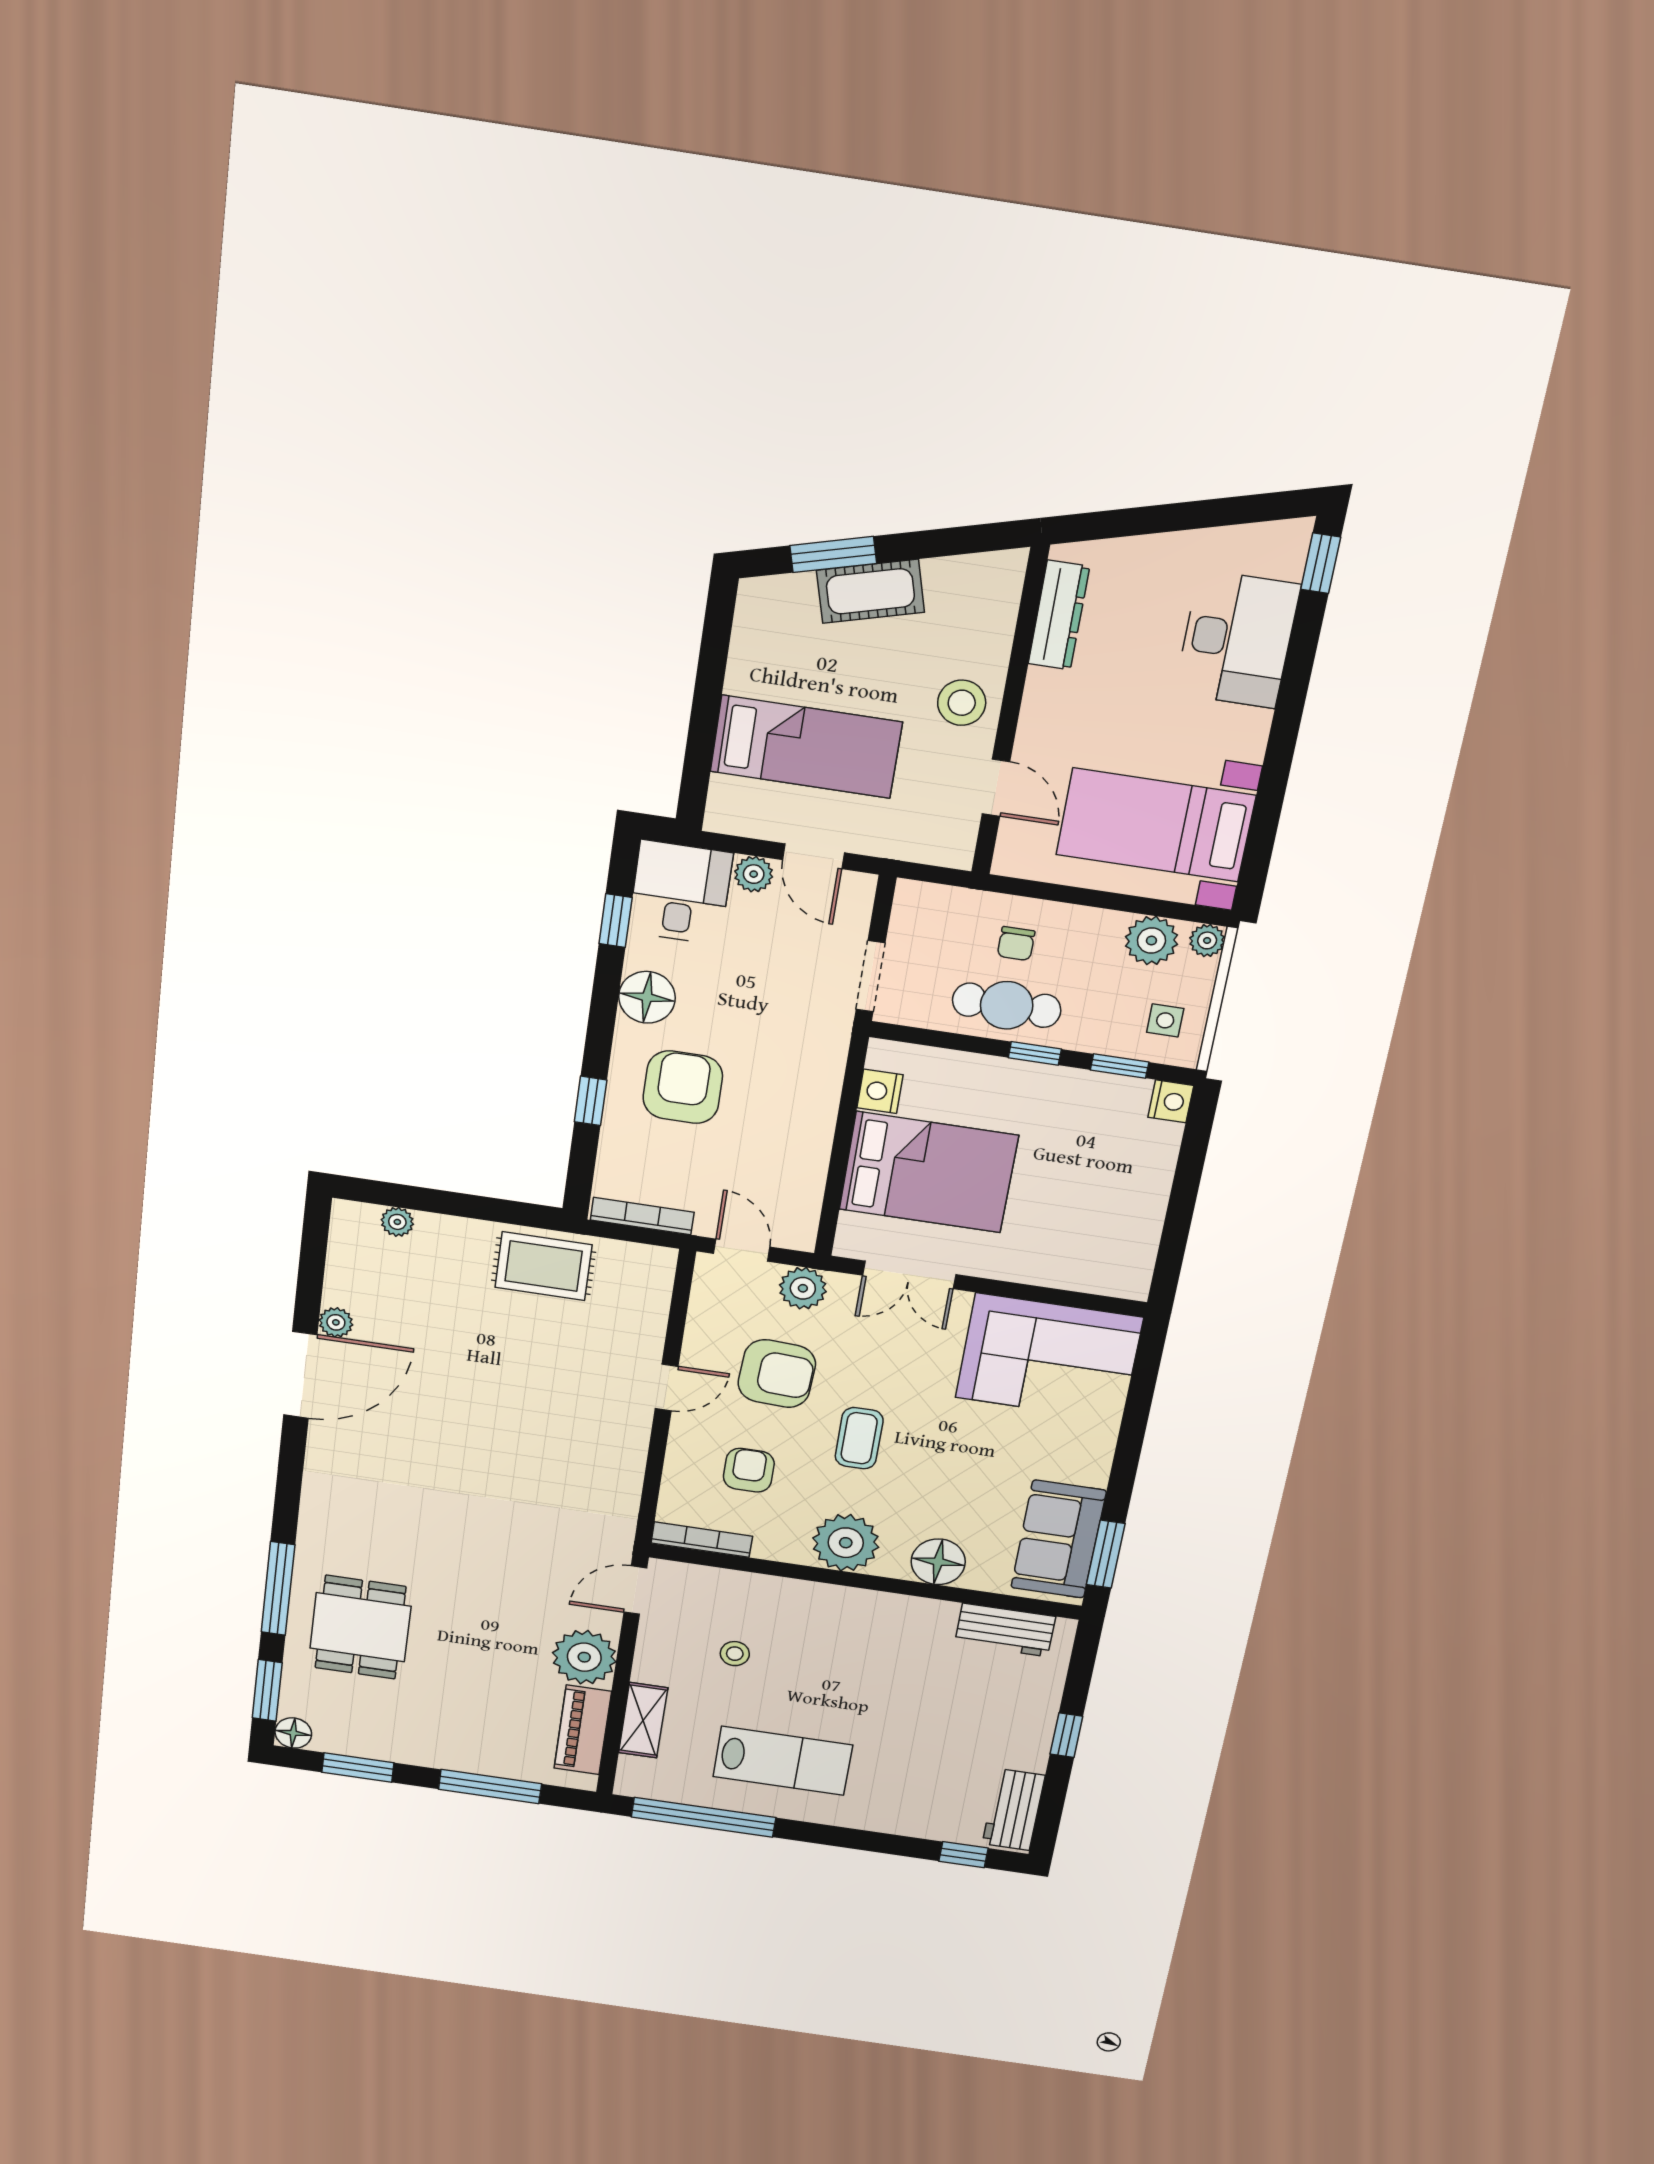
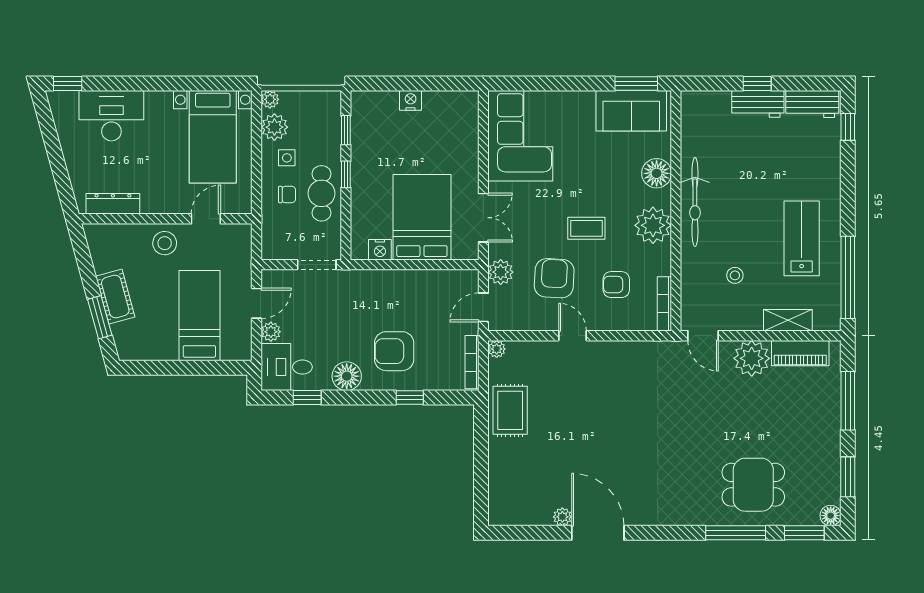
side table: (1165, 1020) -> (287, 158), moved
nightstand: (1171, 1101) -> (411, 100), moved
plant: (397, 1222) -> (497, 349), moved
bicycle: (876, 1613) -> (695, 202), added
workbench: (1005, 1630) -> (758, 104), moved, turned 90

